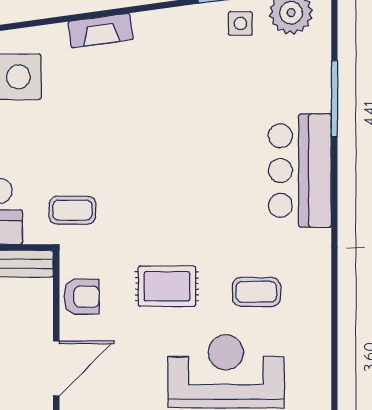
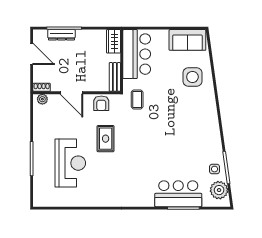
fireplace: (101, 31) -> (212, 111), removed
bar counter: (300, 171) -> (178, 194), moved
coffee table: (256, 292) -> (103, 176), removed

